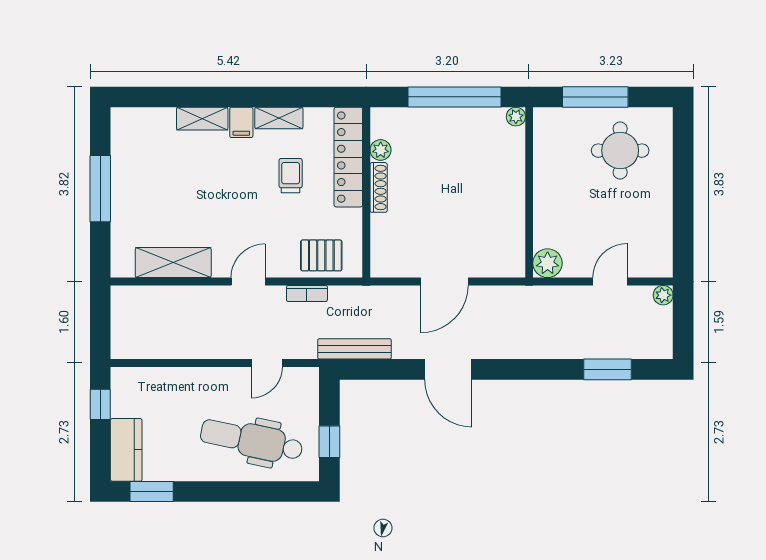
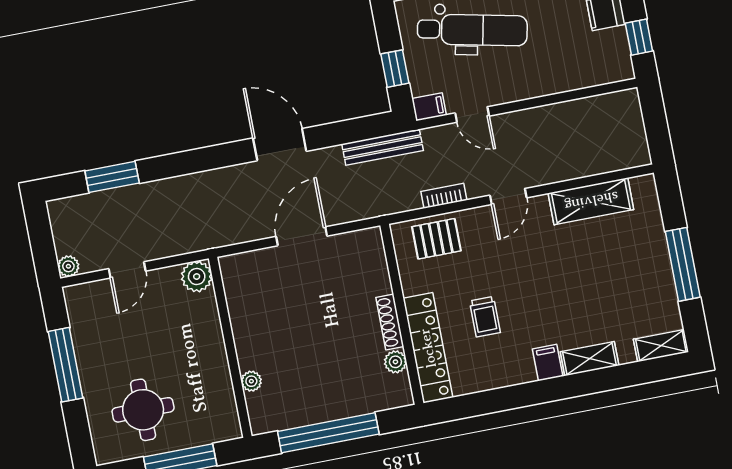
plant: (516, 117) -> (251, 381), moved
shelving: (279, 118) -> (661, 346), moved
window: (683, 206) -> (65, 365), added
door: (267, 363) -> (472, 114), swing flipped
filing cabinet: (305, 378) -> (429, 107), added
window: (329, 442) -> (395, 69), moved

